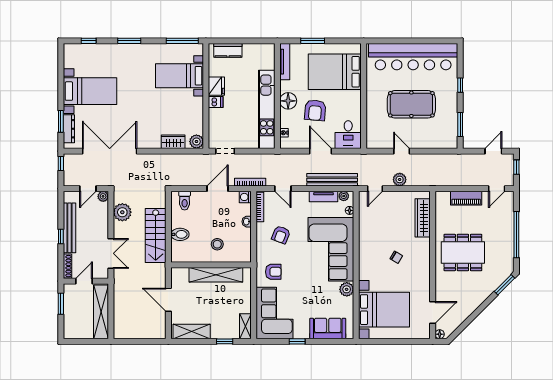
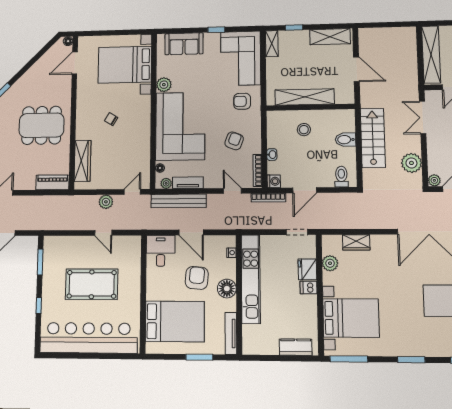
bed with nightstands: (180, 76) -> (351, 318), width x1.36
fridge: (216, 86) -> (307, 269), moved
plant: (196, 142) -> (330, 263), moved
piano: (466, 198) -> (53, 182), moved

